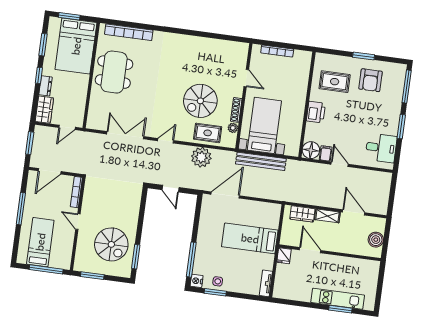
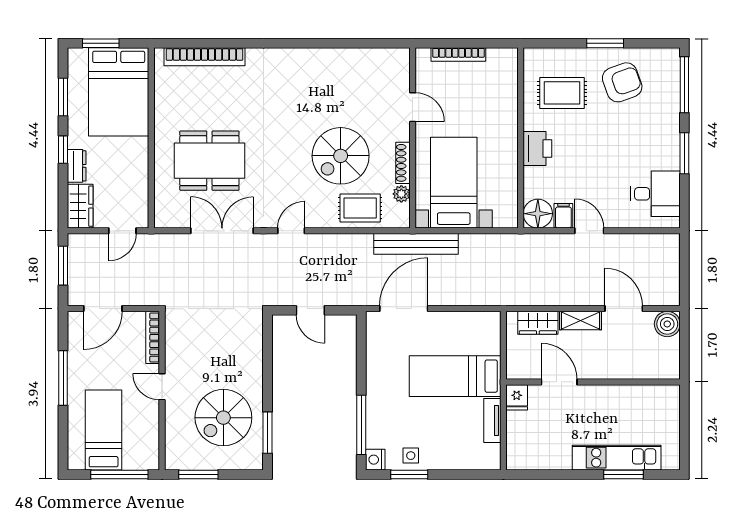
dining table: (114, 72) -> (209, 161), moved, turned 90
armchair: (371, 80) -> (622, 82), turned -110
plant: (201, 157) -> (355, 250), removed
bench: (261, 161) -> (416, 244), moved
boiler: (376, 240) -> (667, 324), moved
spiral stairs: (111, 244) -> (223, 418), turned 90
tv unit: (266, 283) -> (492, 421), moved

